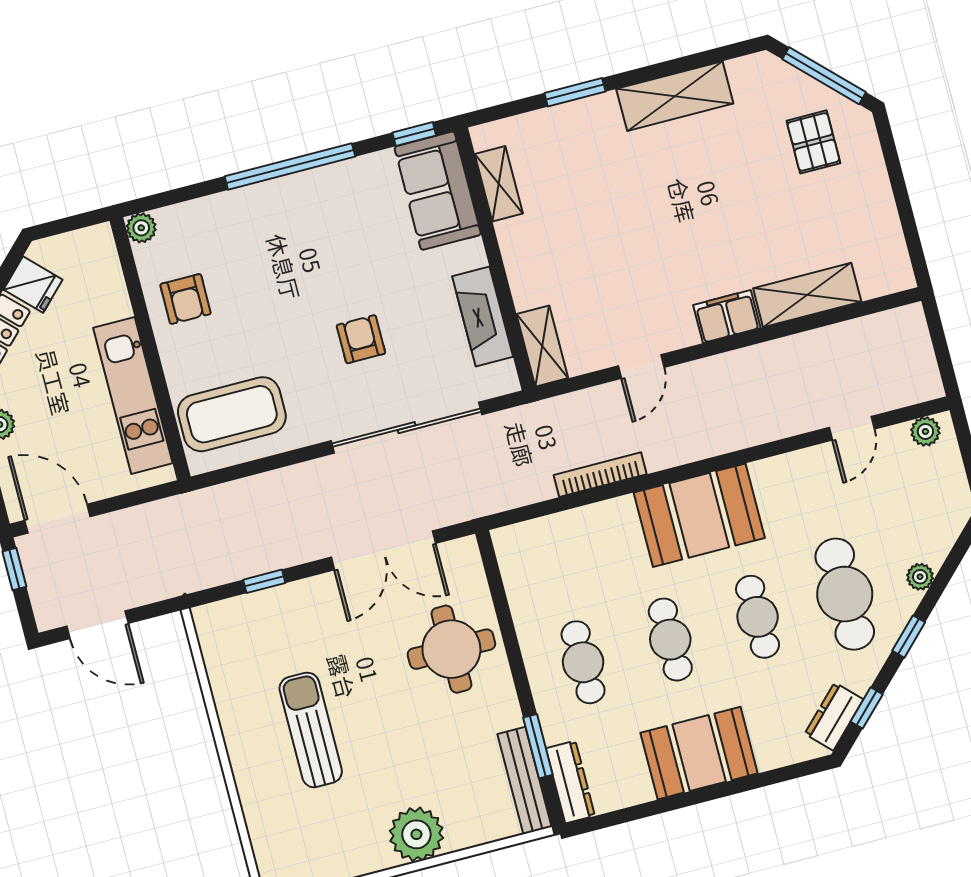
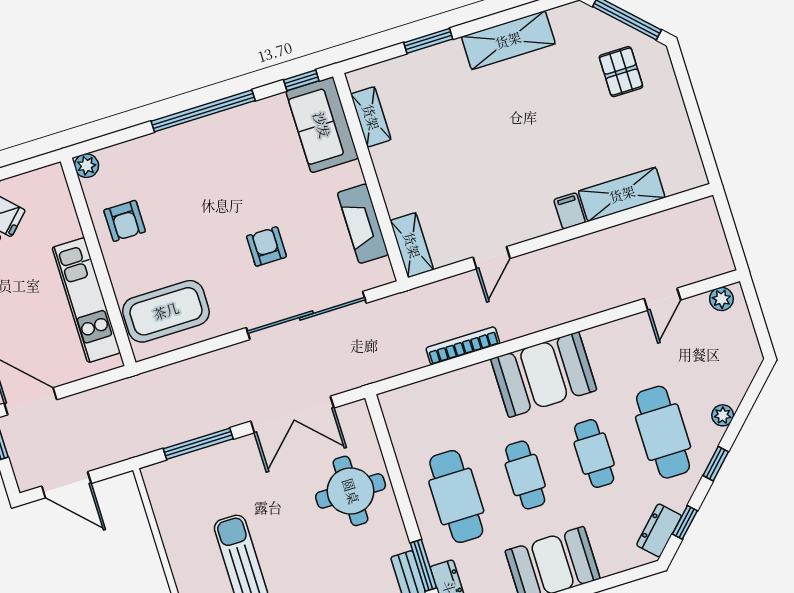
filing cabinet: (727, 316) -> (570, 211), width x0.50
window: (264, 581) -> (198, 444), width x2.17
cafe table: (583, 662) -> (456, 497), width x1.37, depth x1.35

